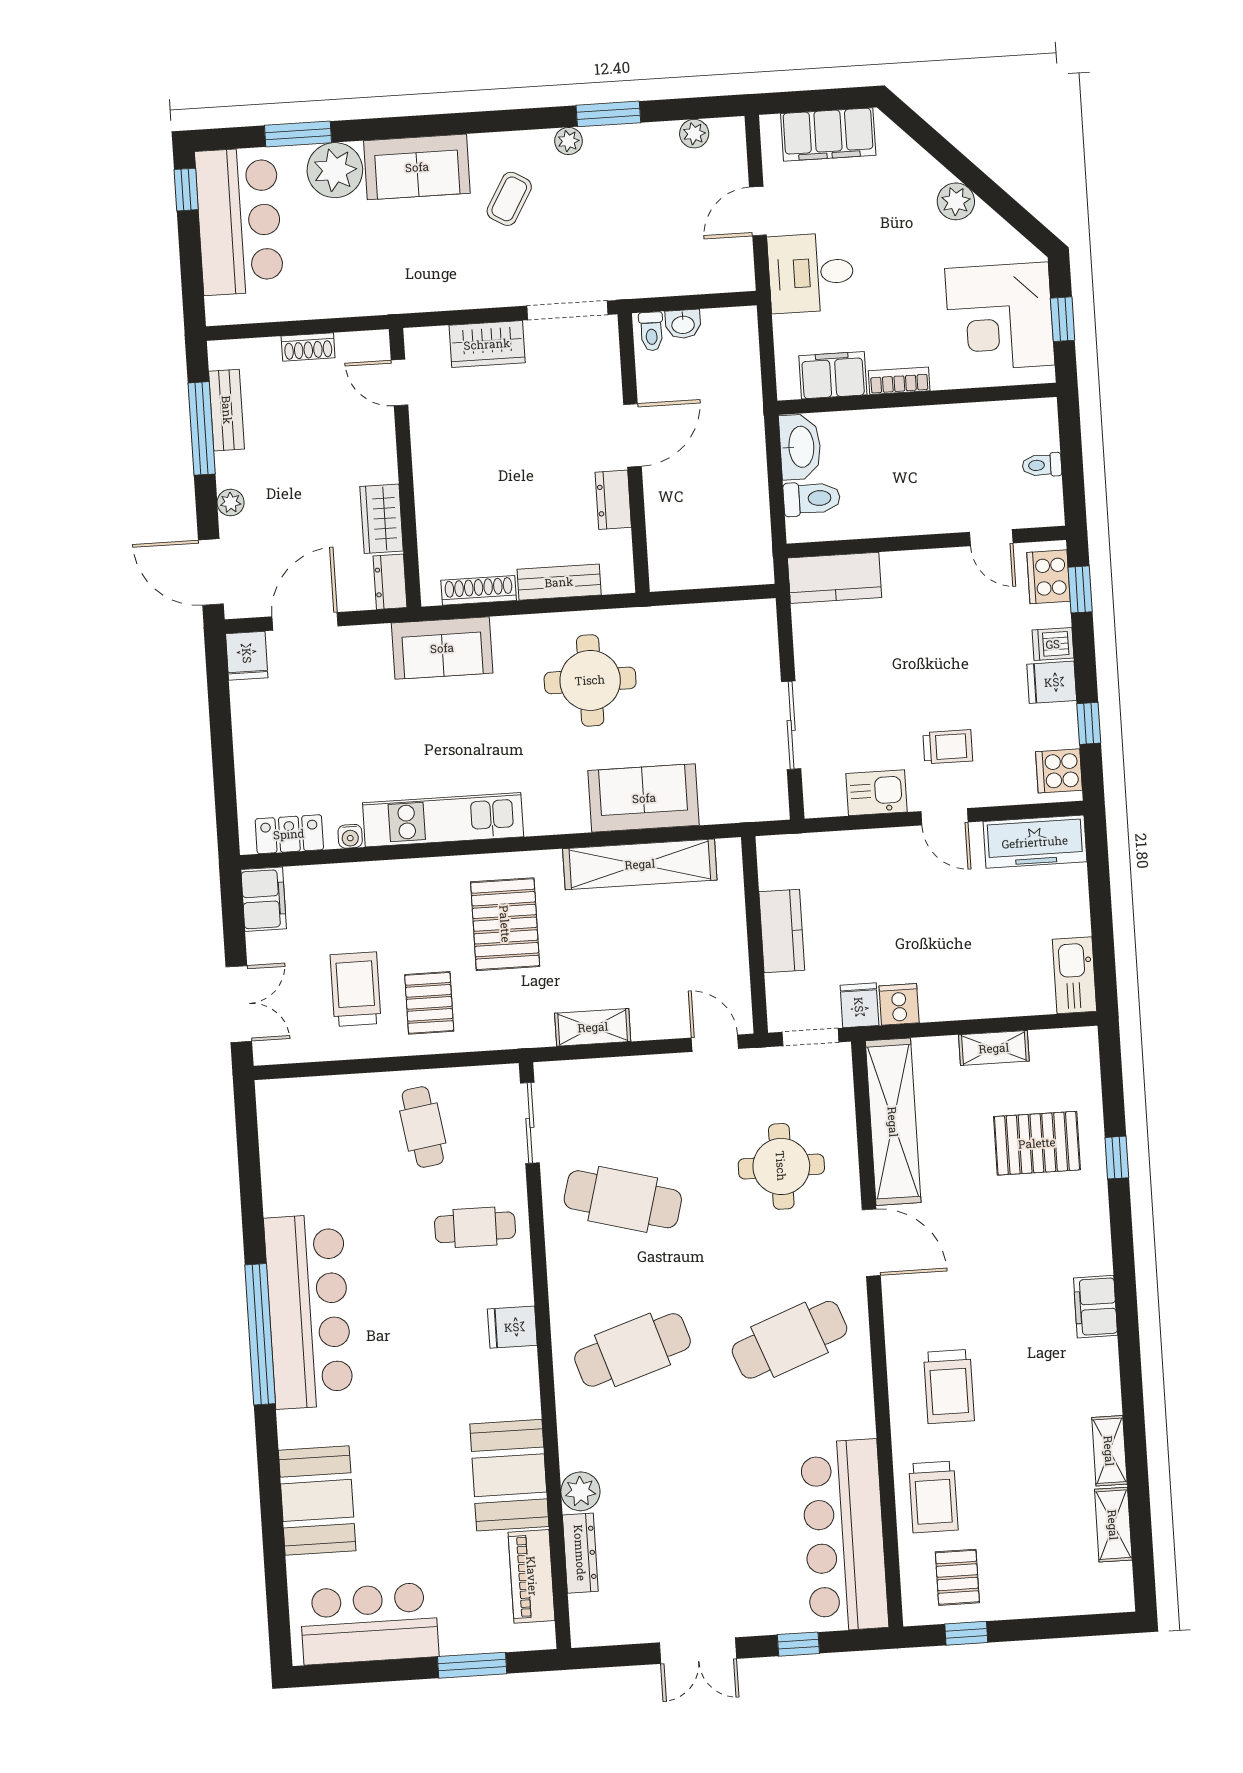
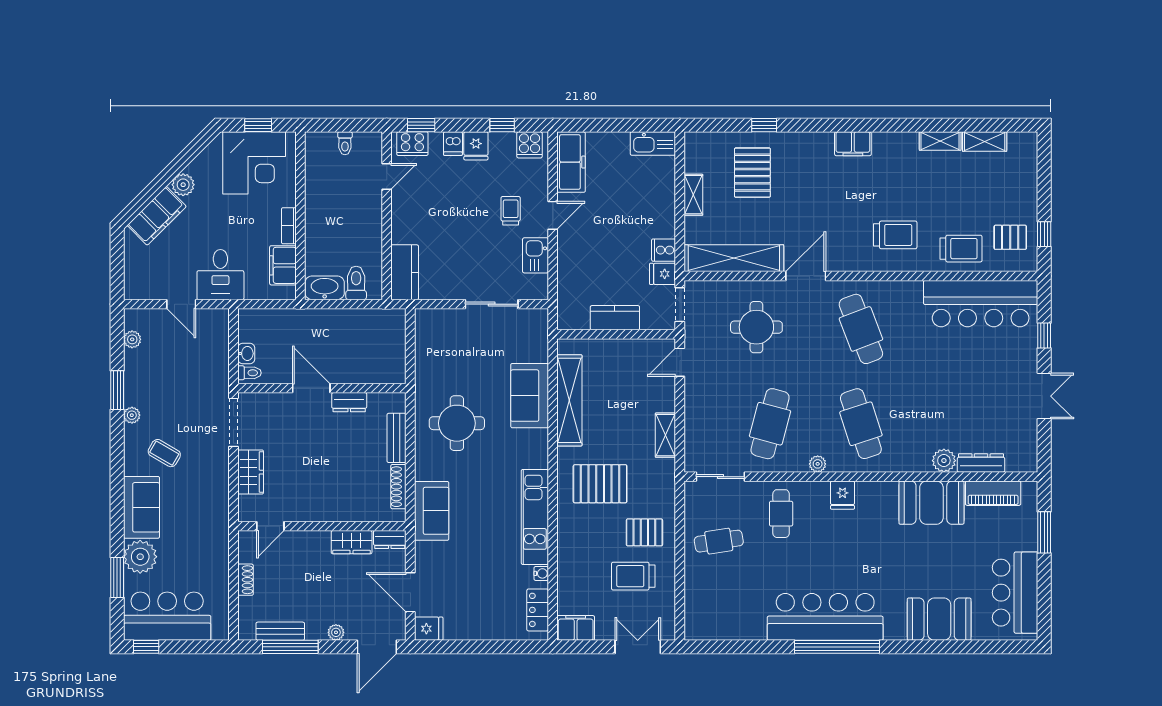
filing cabinet: (828, 134) -> (157, 216), moved, turned 45
plant: (561, 1282) -> (818, 464), added

